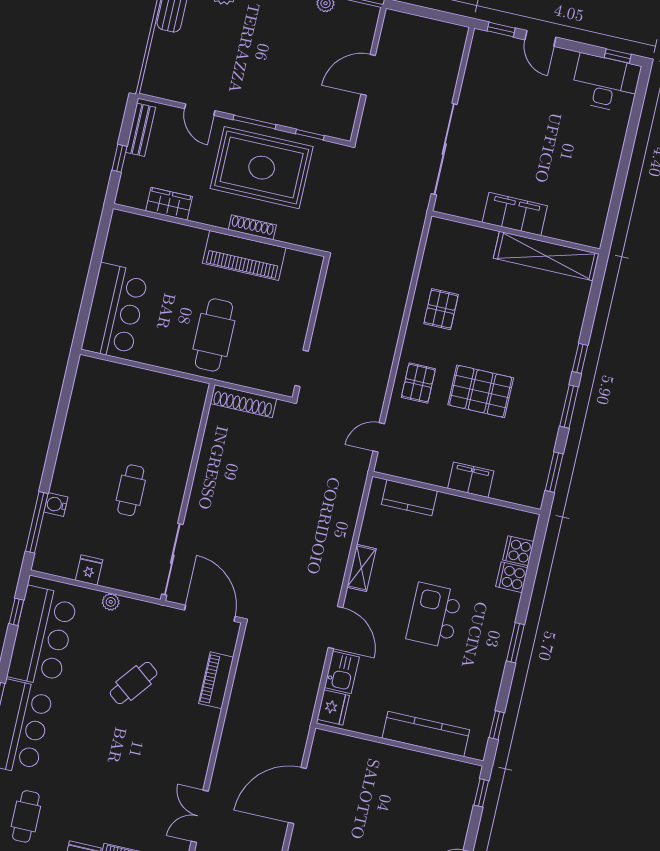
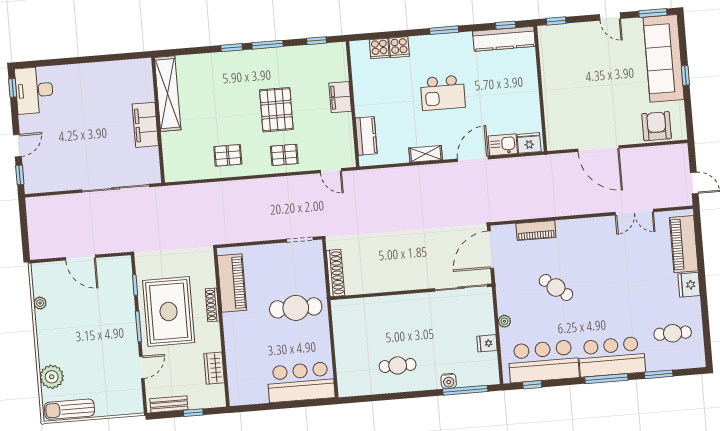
piano: (244, 255) -> (232, 283), moved
window: (554, 472) -> (317, 41), width x0.67
cafe table: (131, 490) -> (398, 365), moved
kitchen counter: (426, 734) -> (504, 39), moved, turned -90

